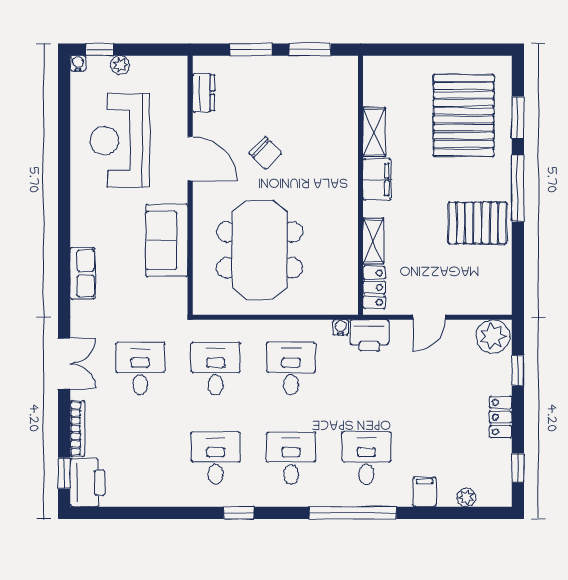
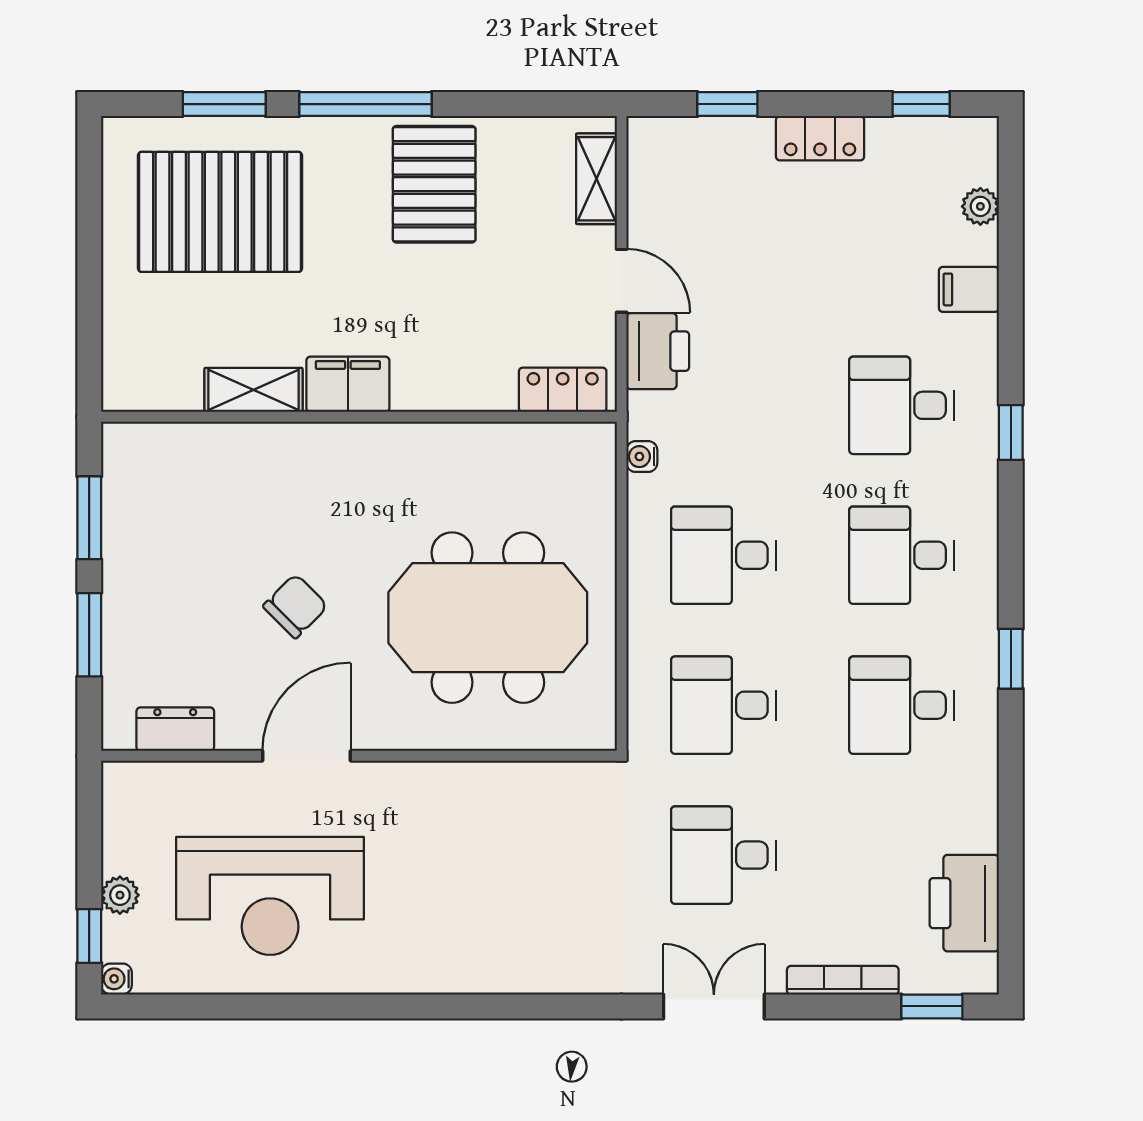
sofa: (167, 240) -> (469, 802), removed
shelving: (373, 241) -> (596, 179), moved, turned 90
row of seats: (83, 273) -> (534, 970), removed
printer: (369, 335) -> (658, 351), moved
plant: (493, 336) -> (660, 154), removed
printer: (88, 483) -> (964, 903), moved, turned -90
window: (353, 513) -> (1011, 432), width x0.32

